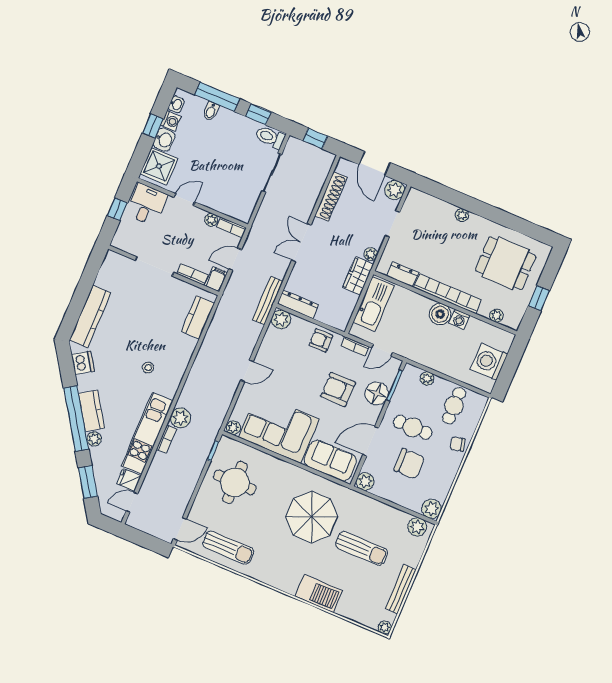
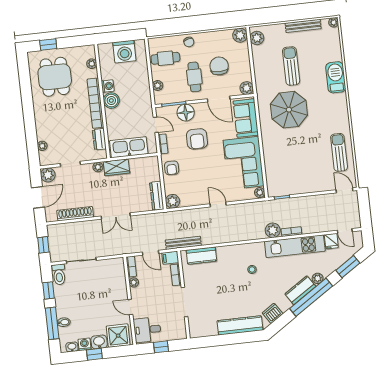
plant: (462, 215) -> (42, 146), moved
window: (539, 298) -> (48, 44), moved
bench: (268, 301) -> (183, 243), moved
round table: (235, 482) -> (294, 172), removed

